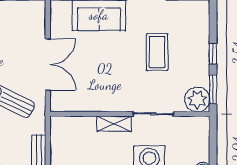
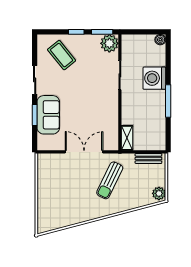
coffee table: (157, 52) -> (62, 55), moved, turned 51
shelving: (114, 124) -> (127, 138), moved

